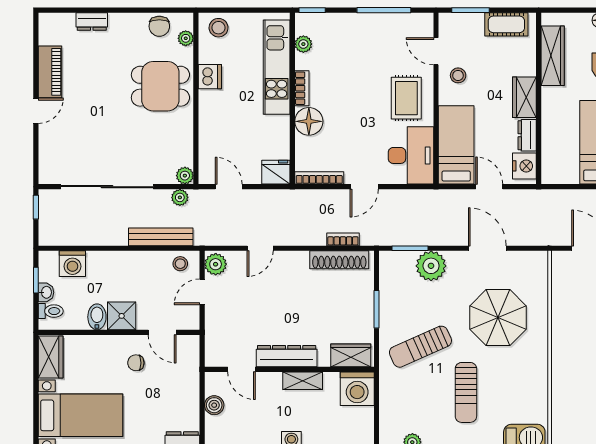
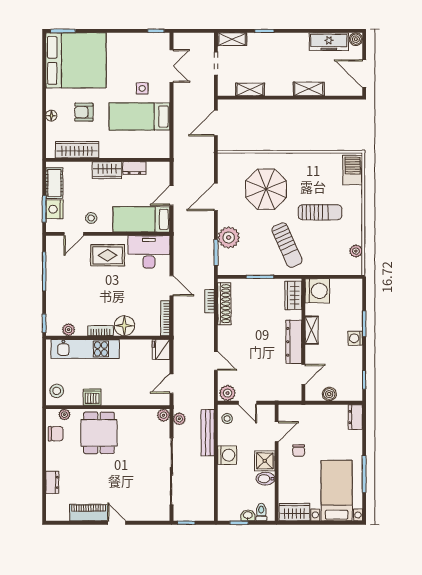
nightstand: (524, 166) -> (54, 209), moved, turned -90
washing machine: (72, 264) -> (227, 455), moved

